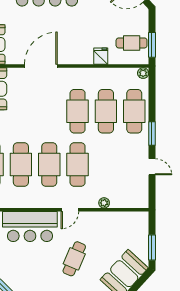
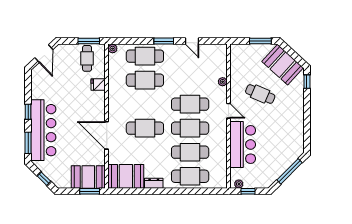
cafe table: (78, 111) -> (145, 128), moved
door: (152, 167) -> (192, 41), swing flipped
cafe table: (74, 259) -> (260, 94), moved

